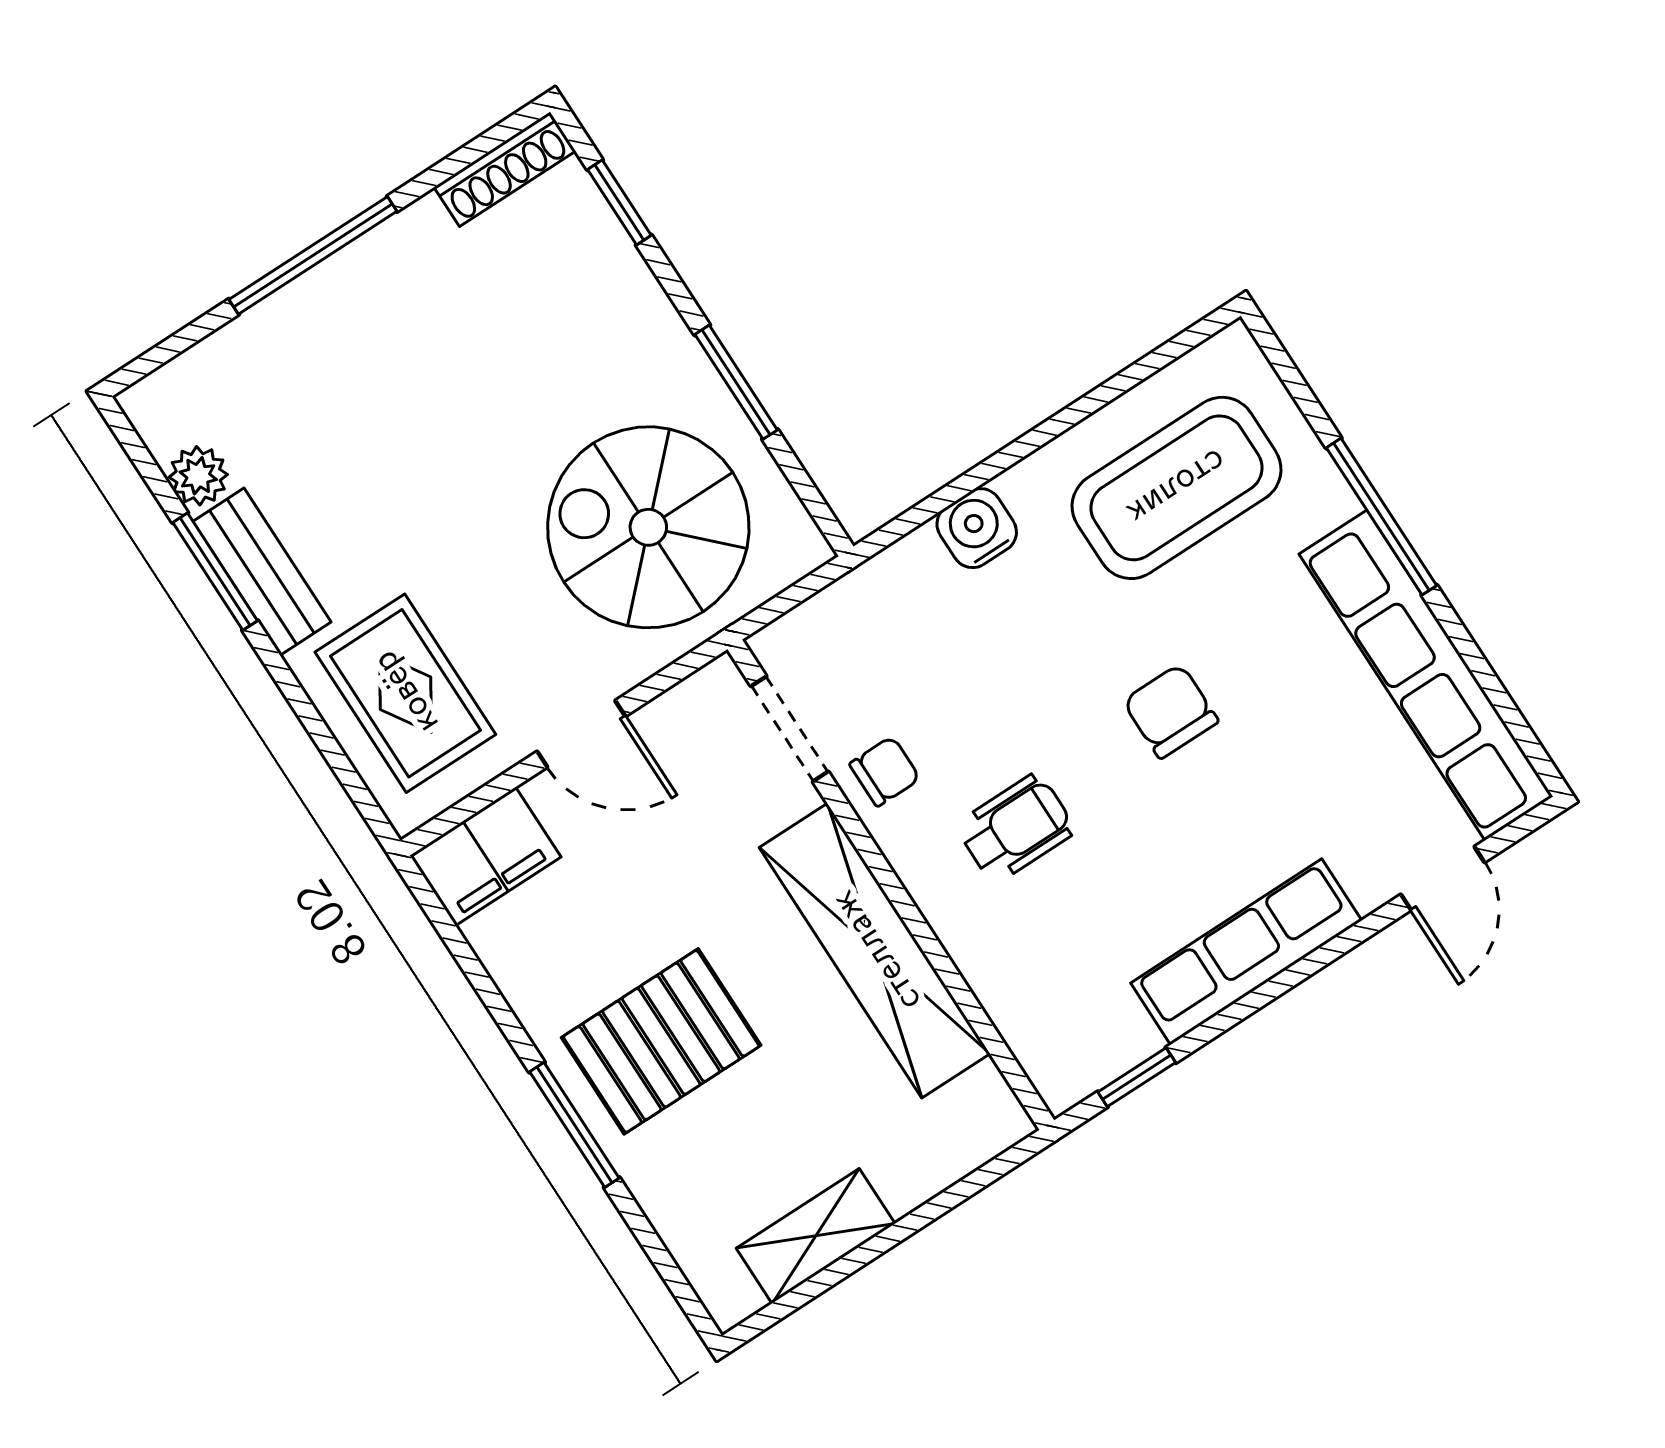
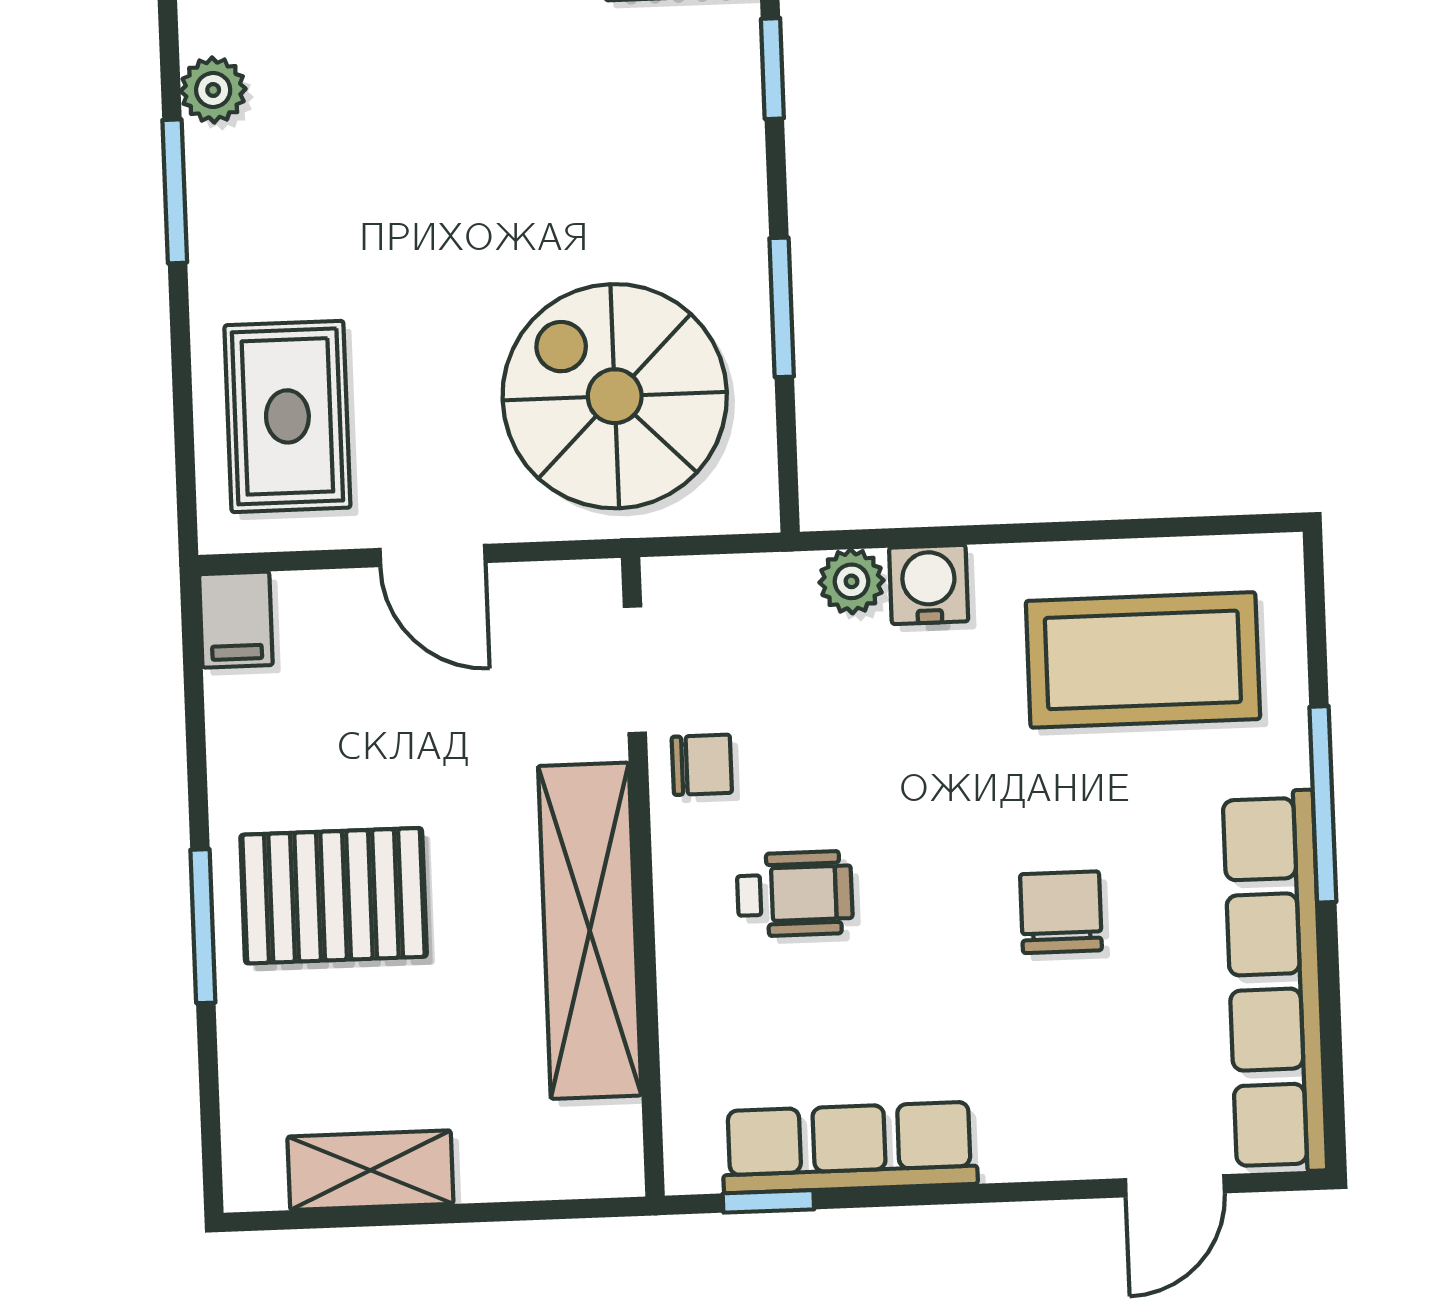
plant: (916, 561) -> (852, 581), added
bench: (262, 572) -> (219, 218), removed
chair: (1171, 711) -> (1061, 912), moved
filing cabinet: (485, 856) -> (236, 620), width x0.50
row of seats: (1246, 952) -> (849, 1147), moved

